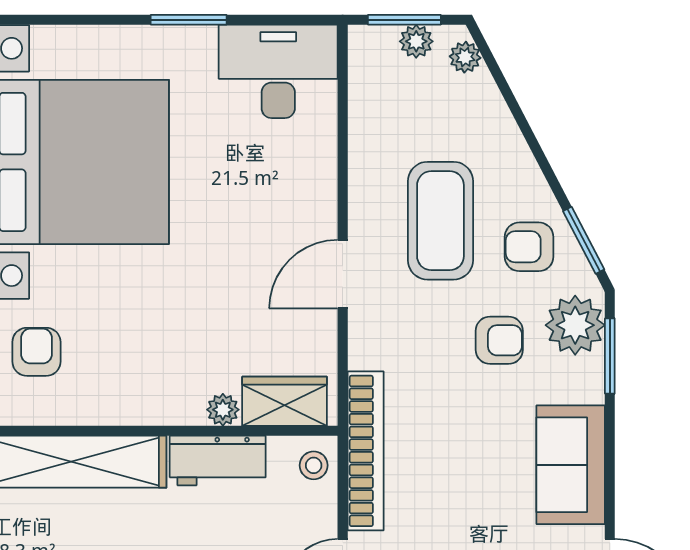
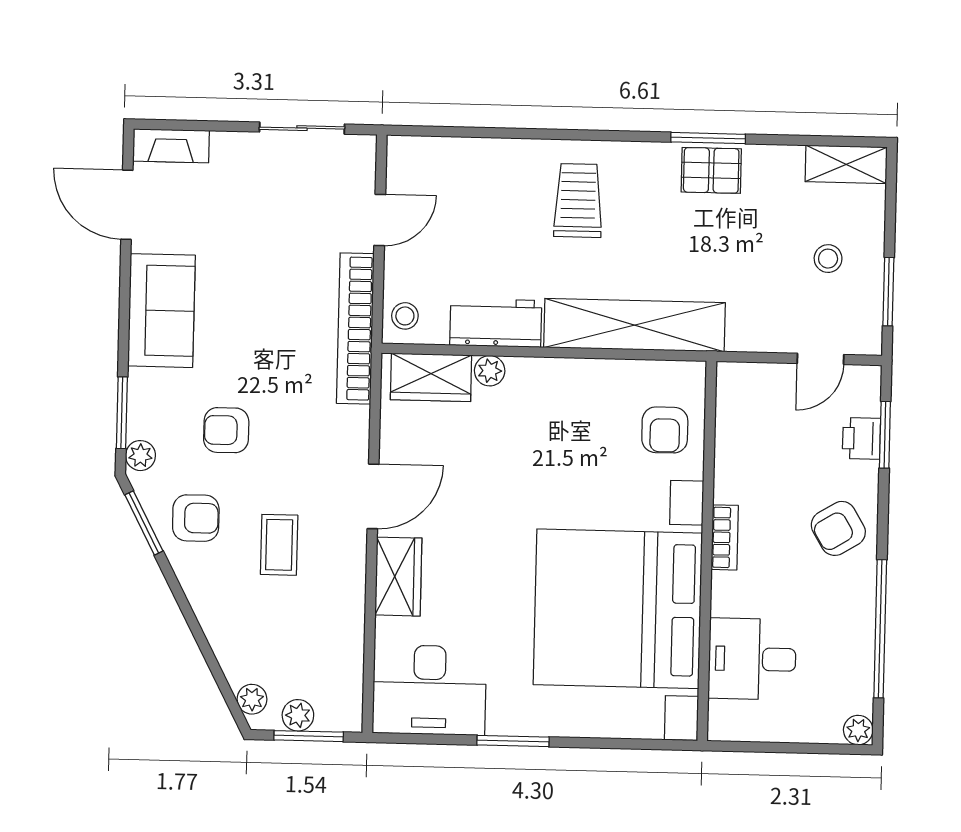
wardrobe: (314, 190) -> (398, 577), added
coffee table: (440, 221) -> (279, 545), width x0.54, depth x0.58
plant: (575, 325) -> (140, 456), width x0.53, depth x0.53

